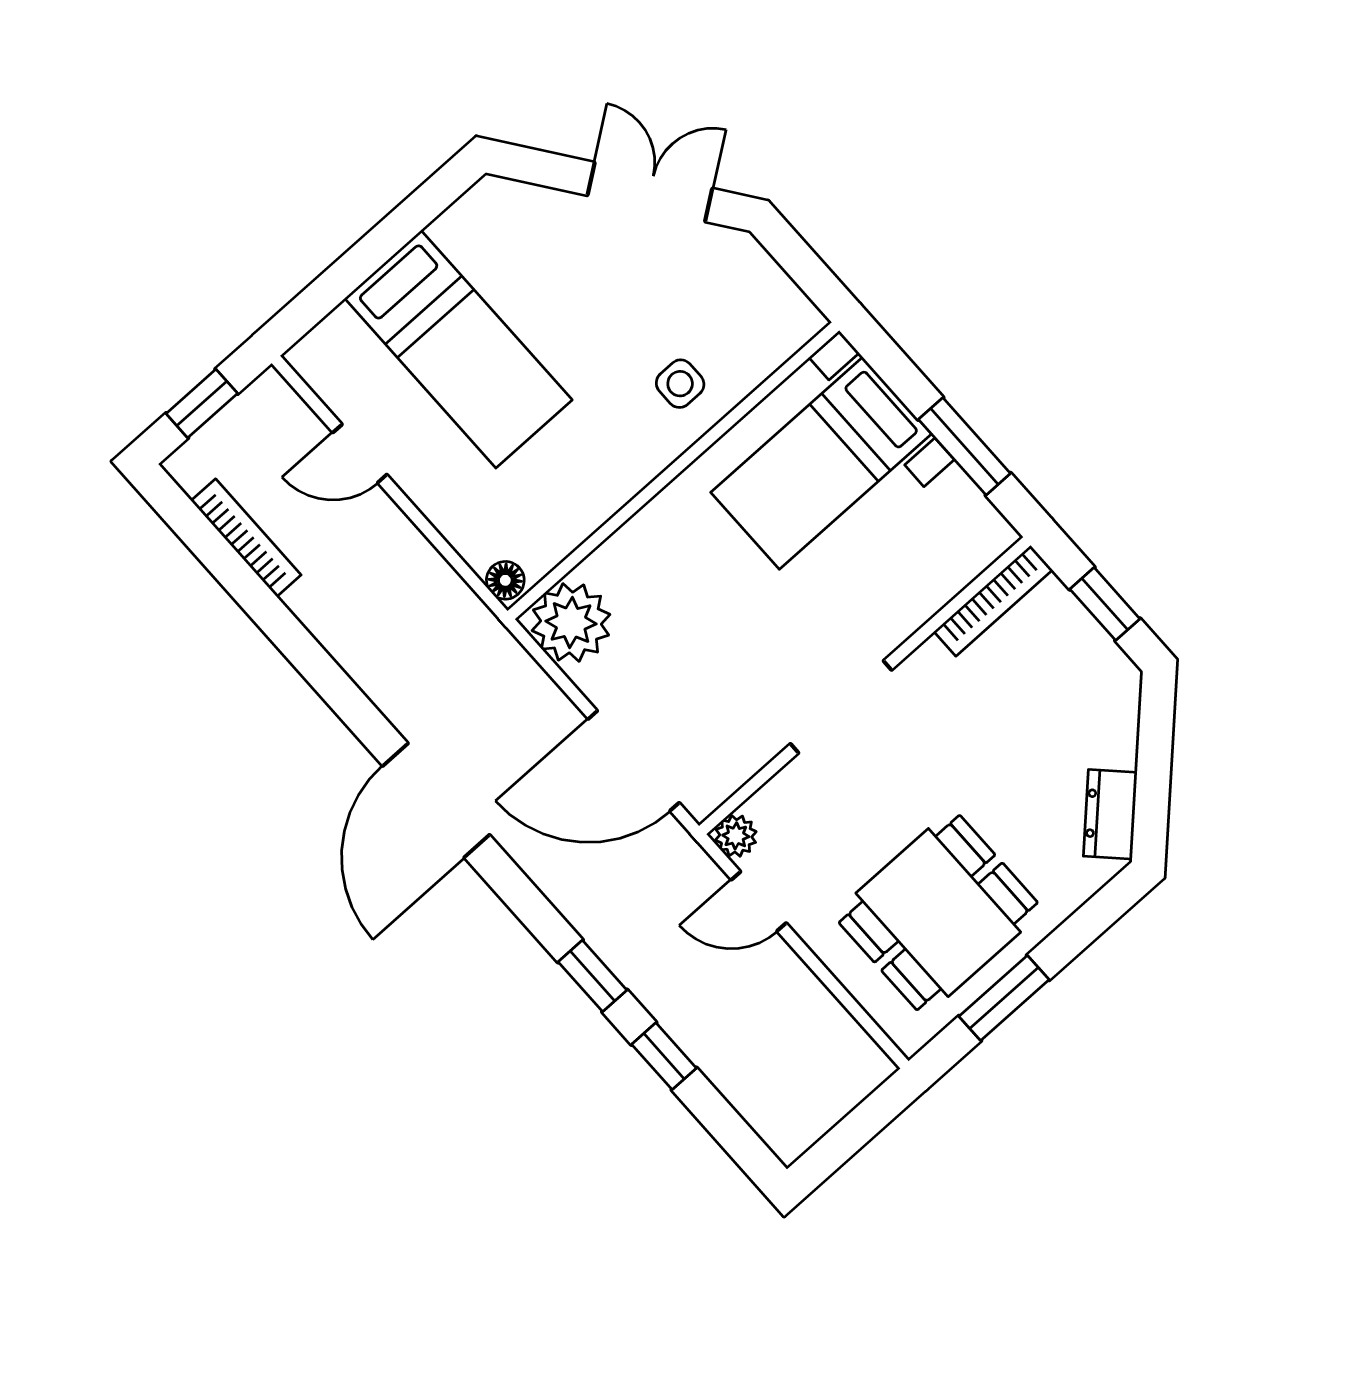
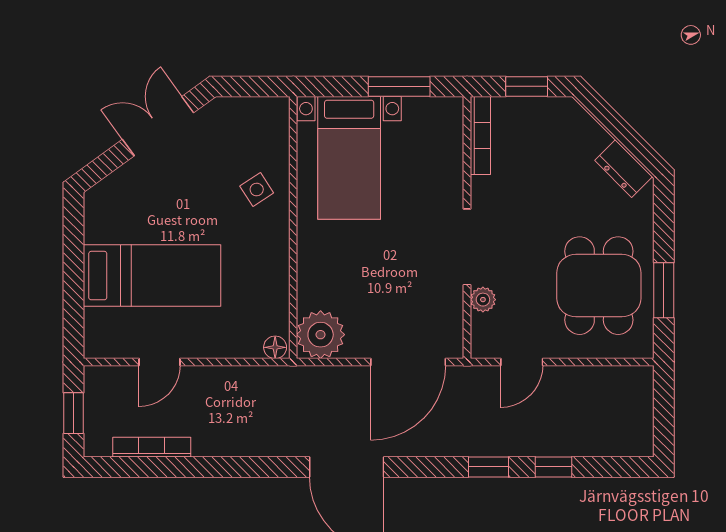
side table: (680, 384) -> (257, 190), turned -33
plant: (736, 836) -> (483, 300), moved

